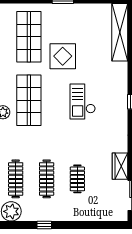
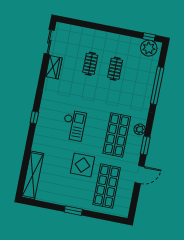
clothes rail: (16, 179) -> (140, 74), removed
clothes rail: (47, 179) -> (115, 69), width x0.73
window: (44, 225) -> (149, 37), moved

